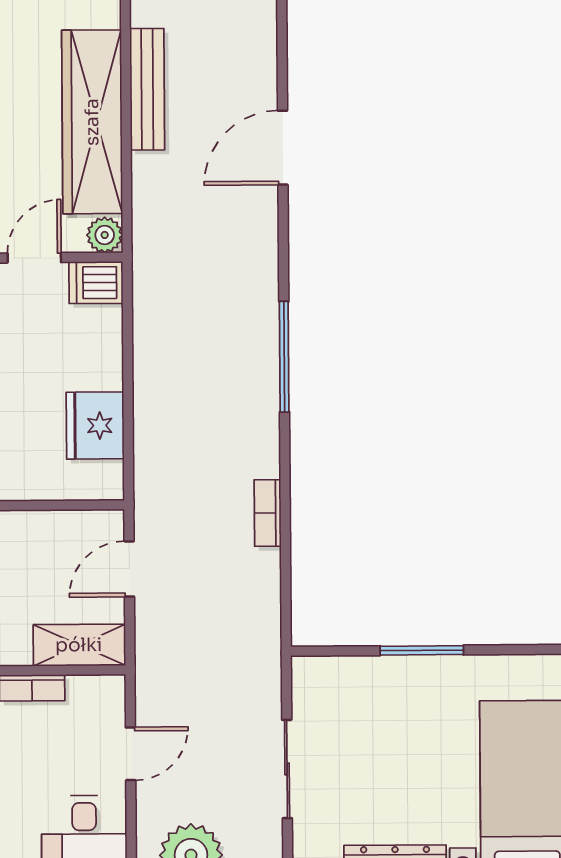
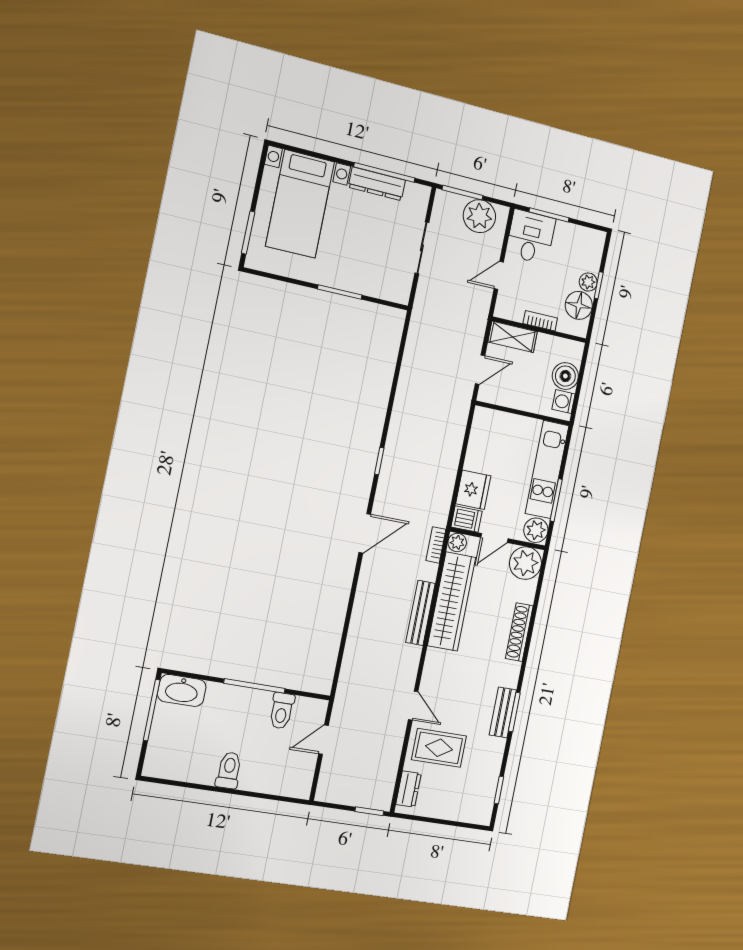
door: (283, 148) -> (365, 533), moved
window: (284, 357) -> (379, 461), width x0.46
fridge: (95, 426) -> (473, 490), moved
bookcase: (268, 513) -> (436, 545), moved, turned 180

